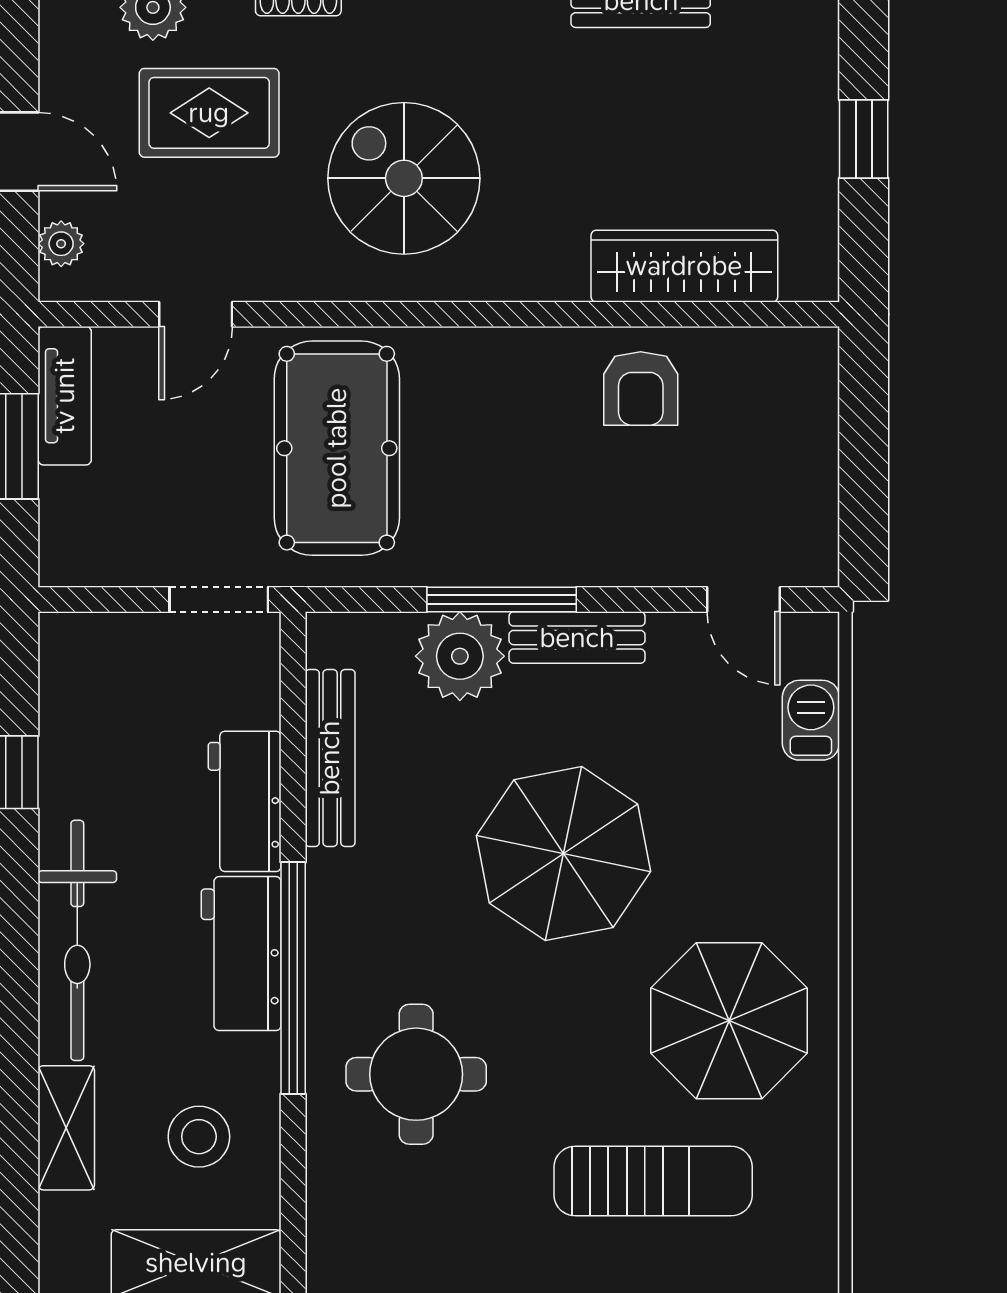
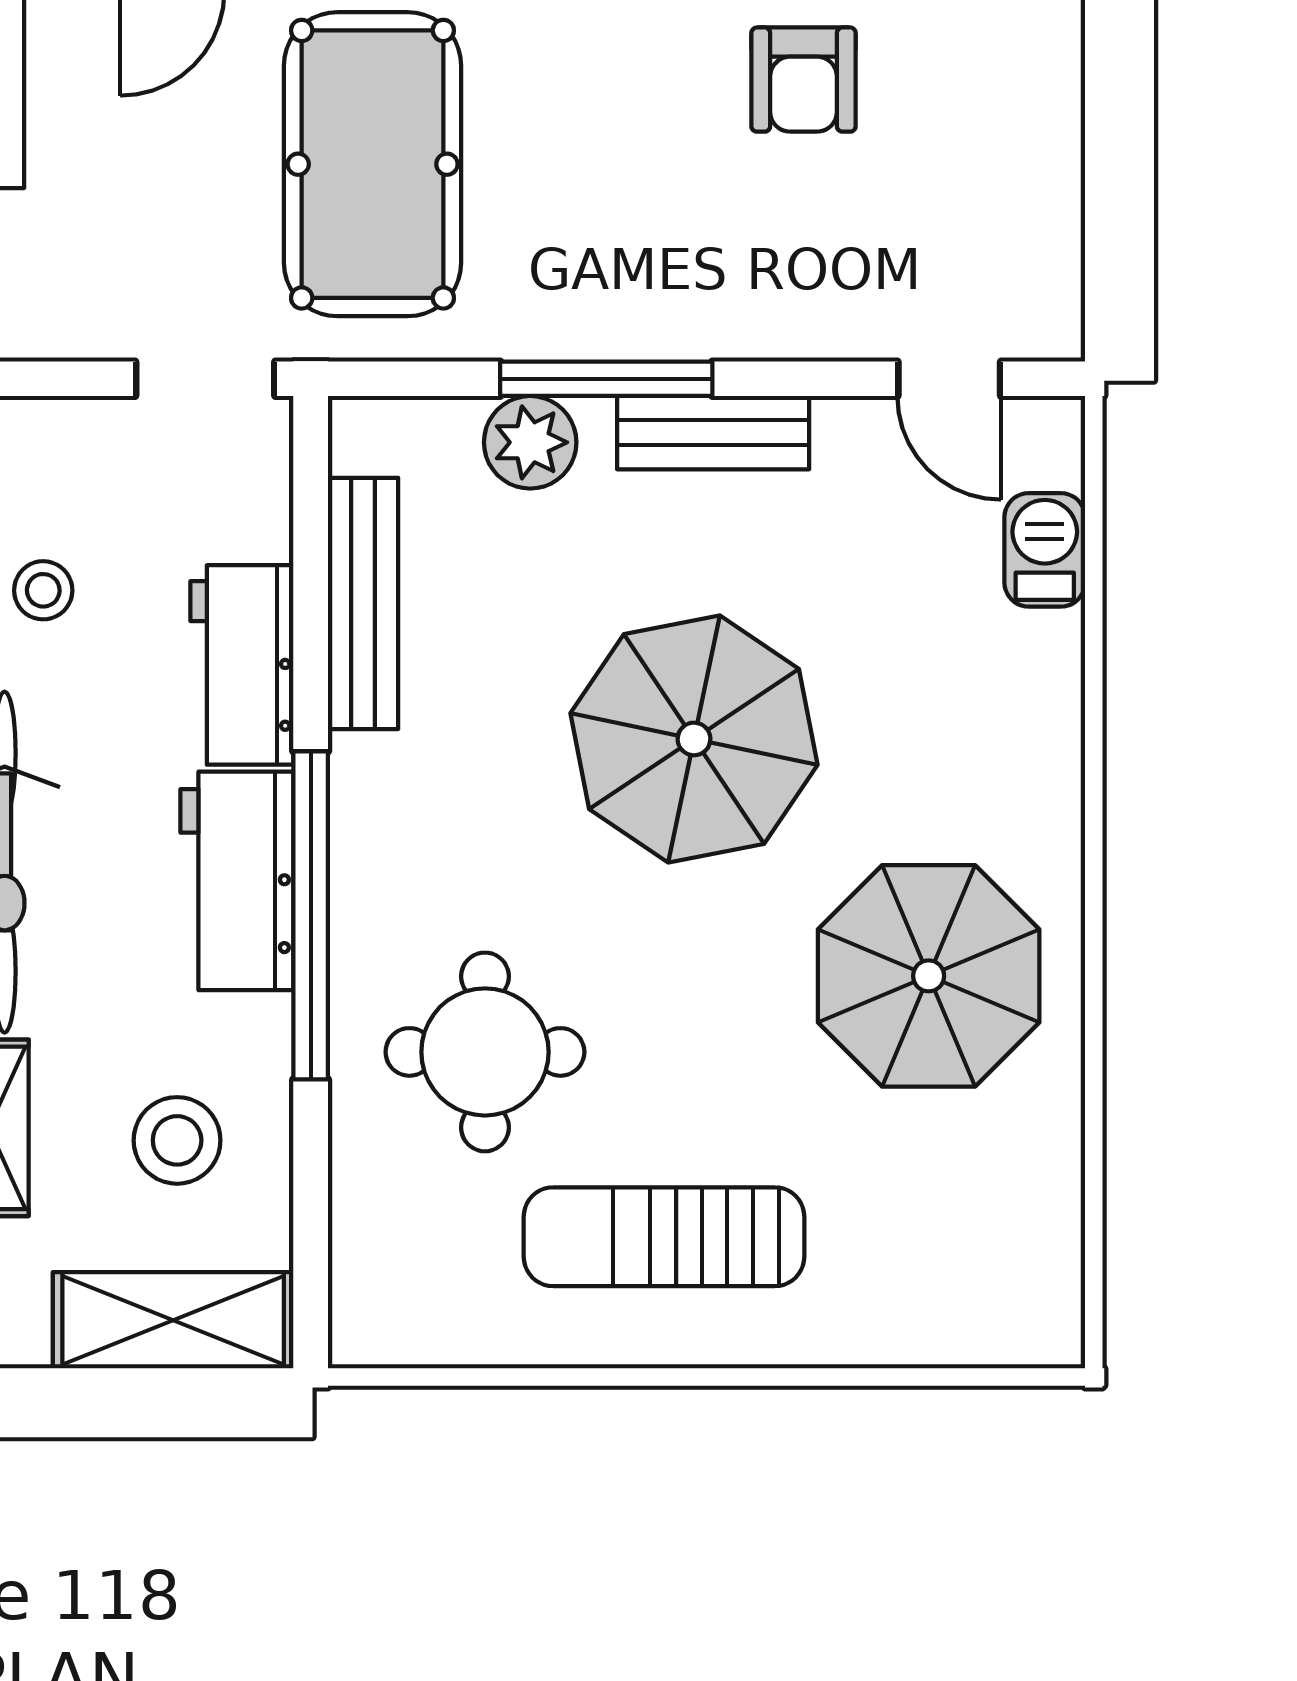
plant: (460, 656) -> (530, 442), width x0.73, depth x0.73
stool: (105, 749) -> (43, 590), added
sun lounger: (653, 1181) -> (664, 1237), moved, turned 180

